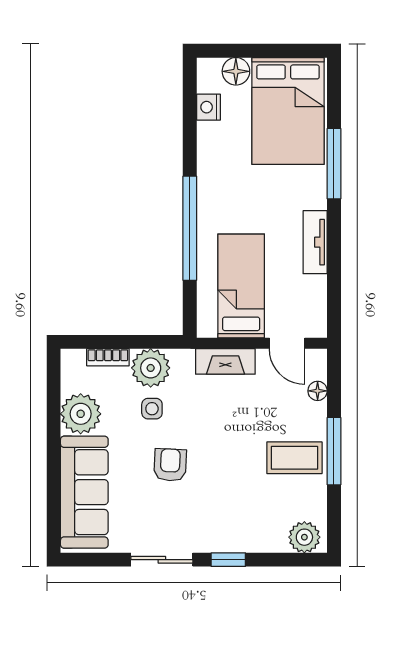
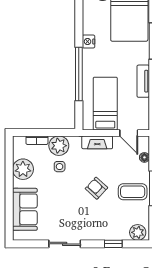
nightstand: (208, 107) -> (89, 42), moved
armchair: (170, 465) -> (96, 188), moved, turned -50
sofa: (84, 492) -> (25, 209), width x0.73
window: (228, 560) -> (113, 244), moved

